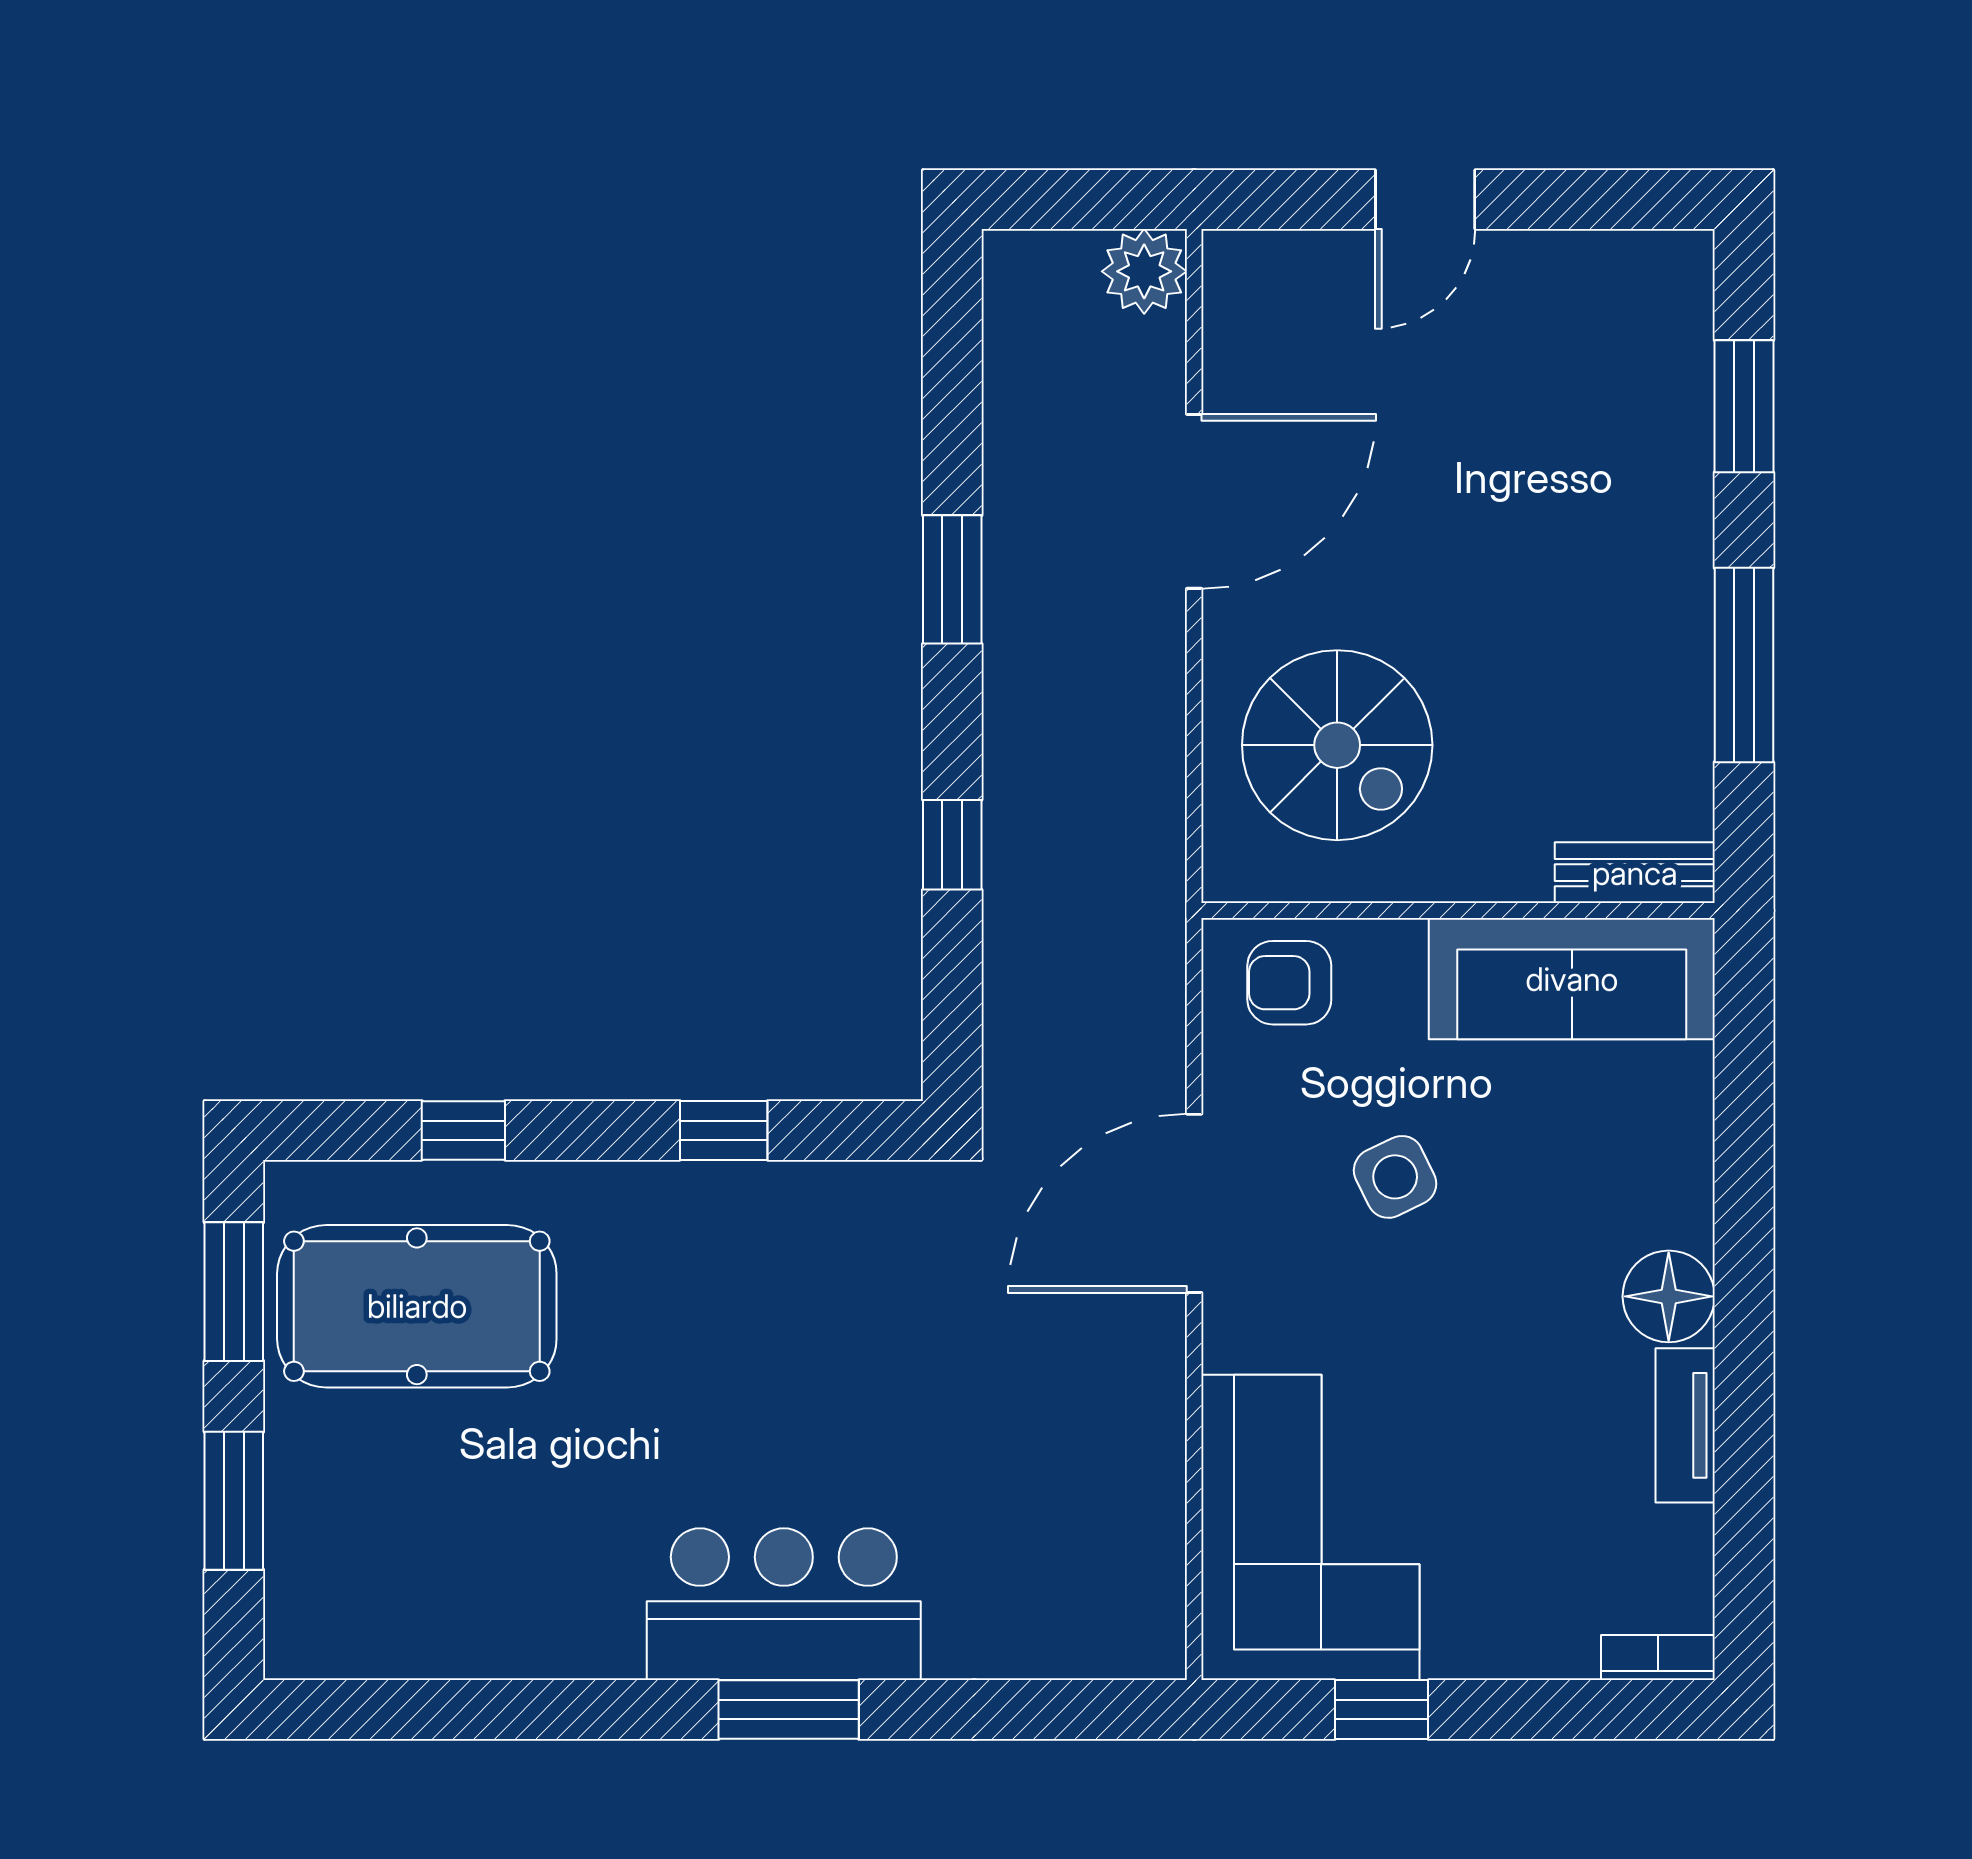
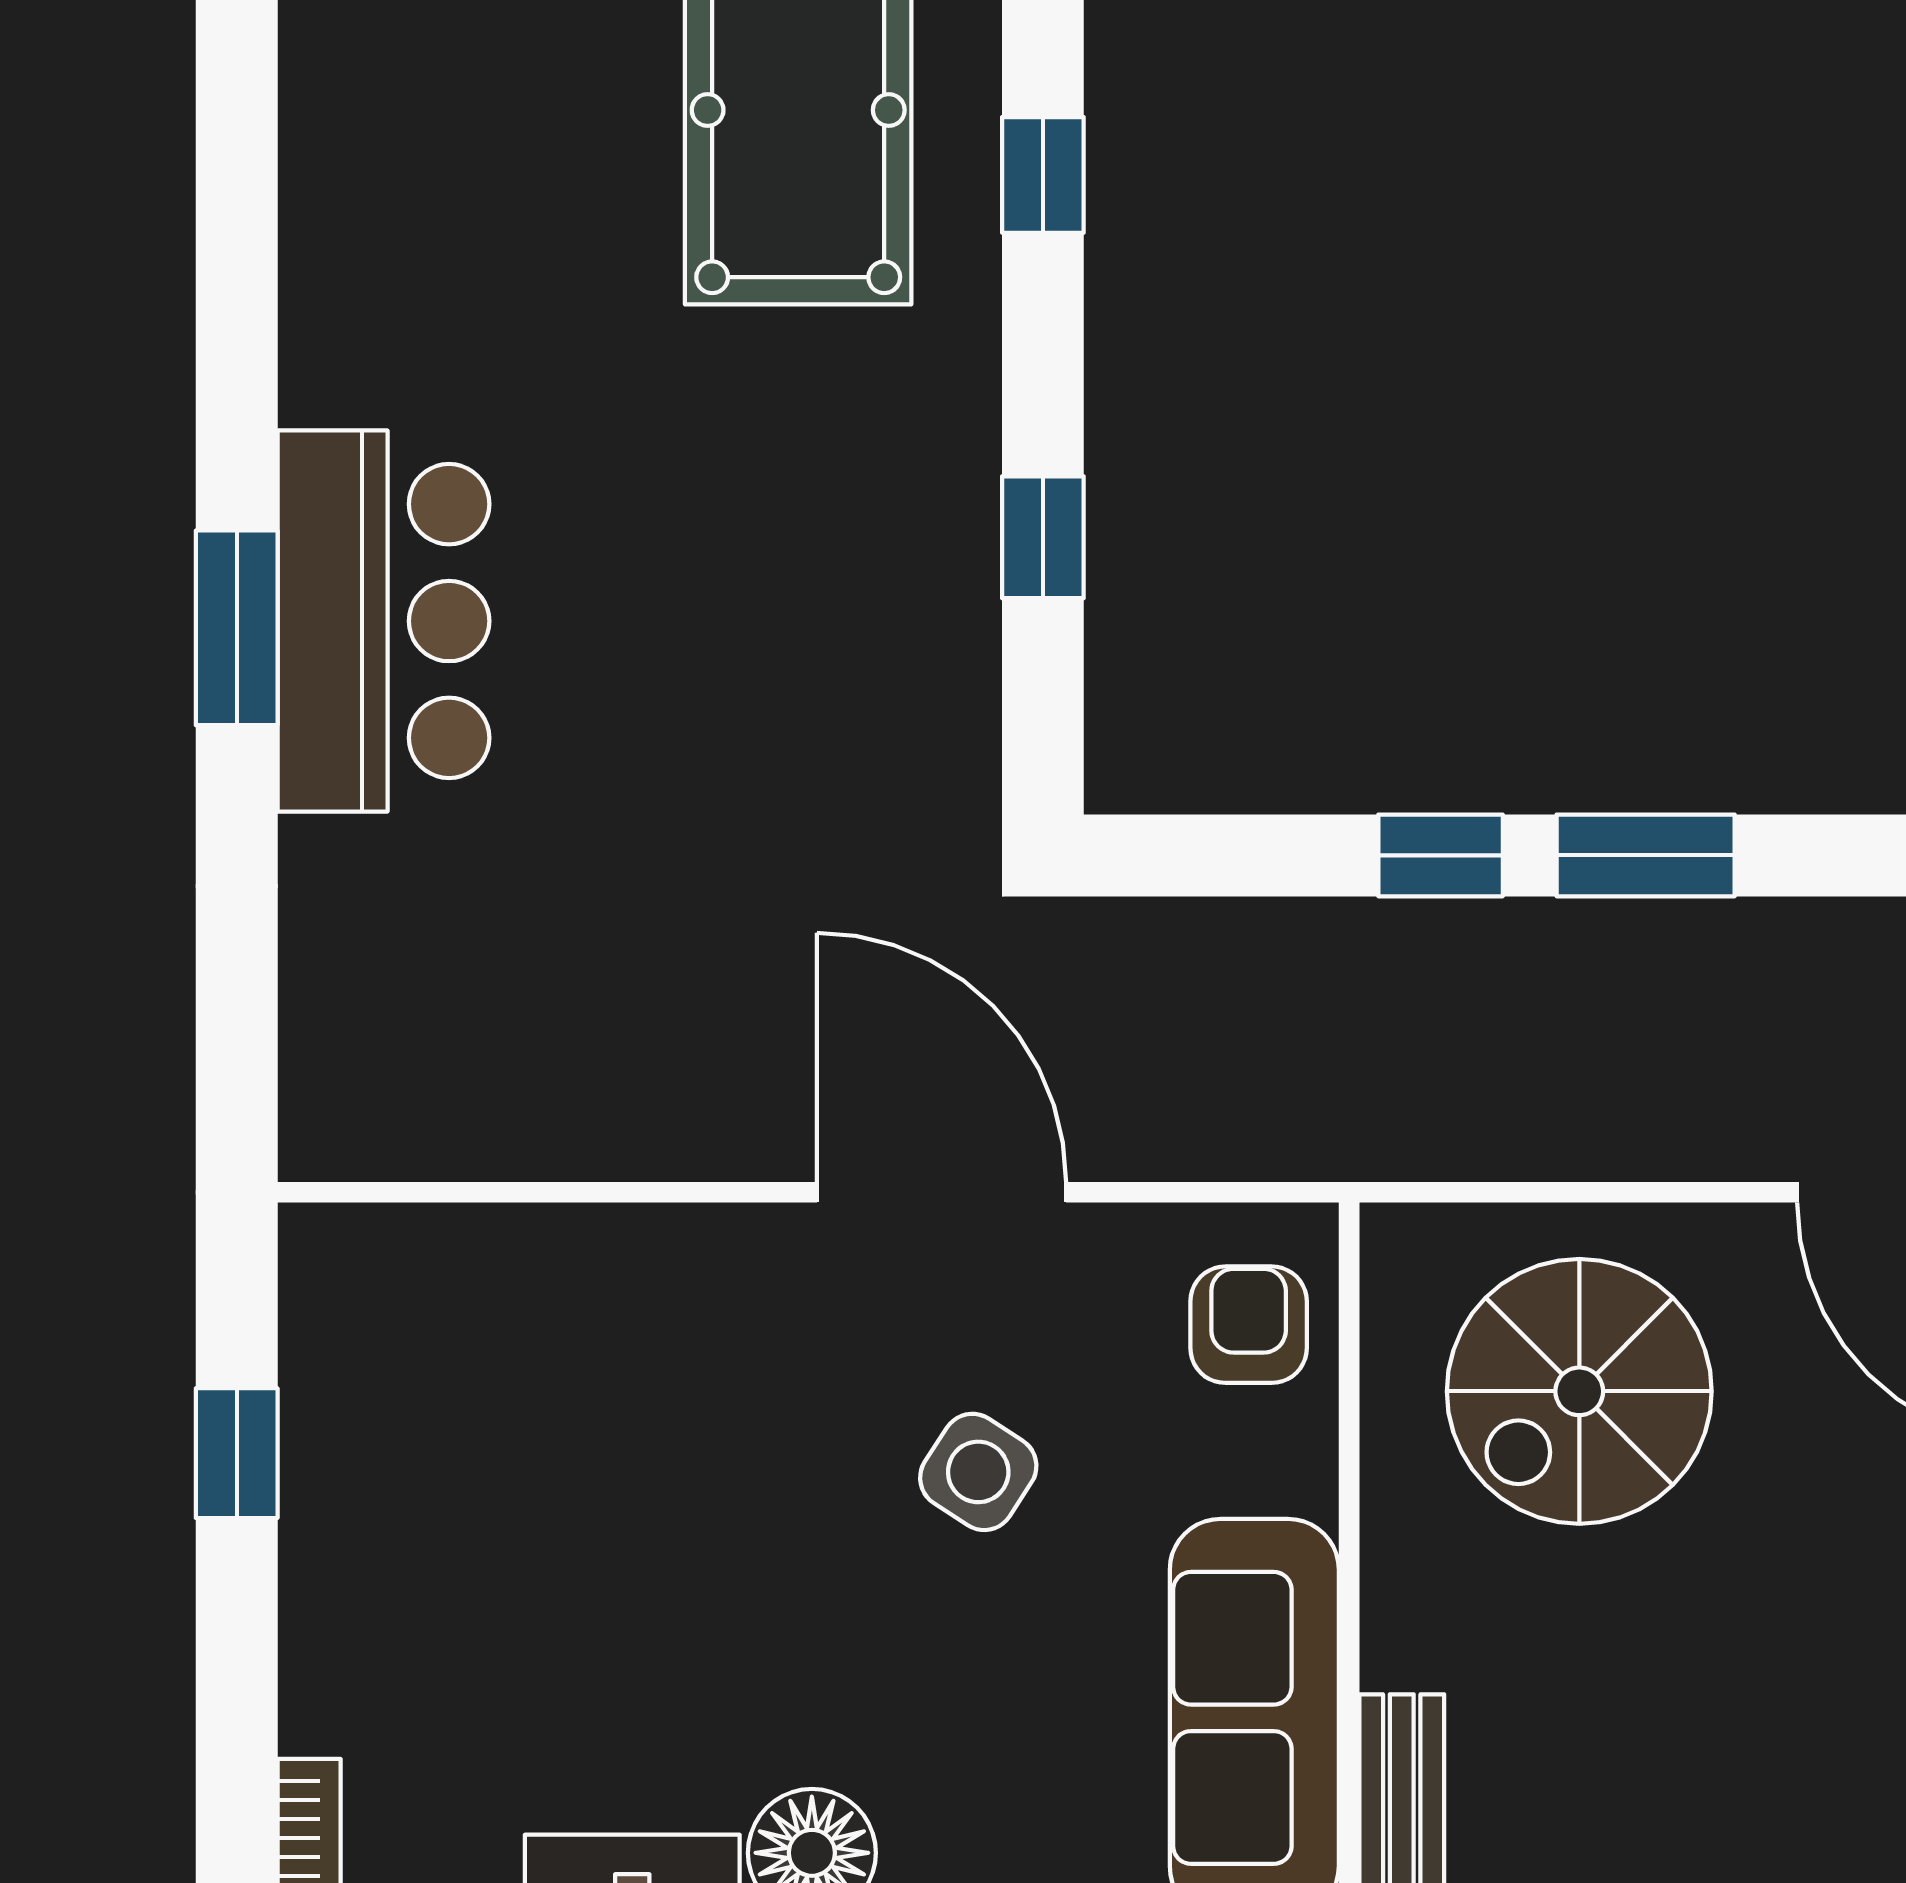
window: (952, 579) -> (1646, 855), moved
side table: (1395, 1177) -> (978, 1472), turned -31
corner sofa: (1310, 1527) -> (490, 1354), removed

